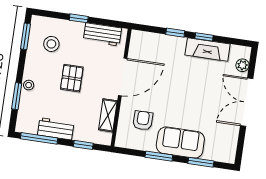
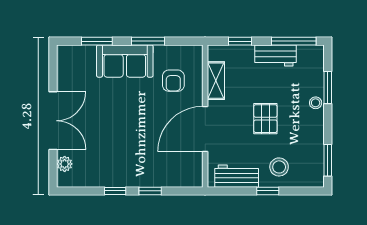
stool: (51, 44) -> (279, 167), moved
fireplace: (208, 49) -> (109, 177), removed

